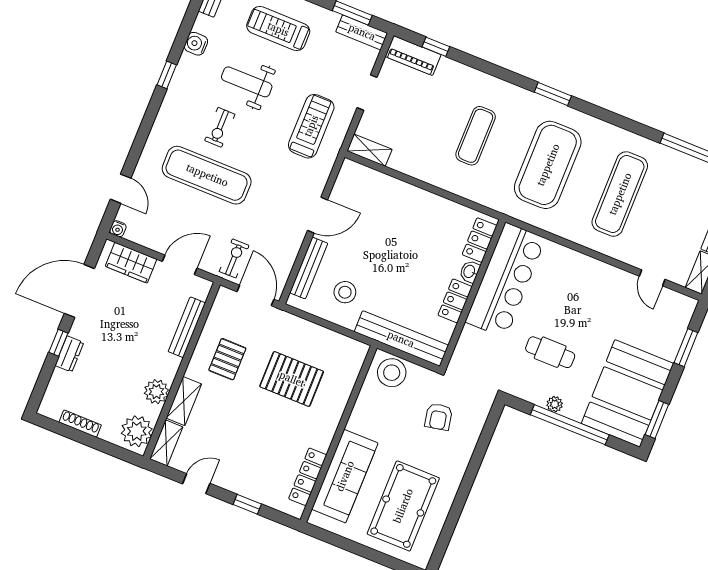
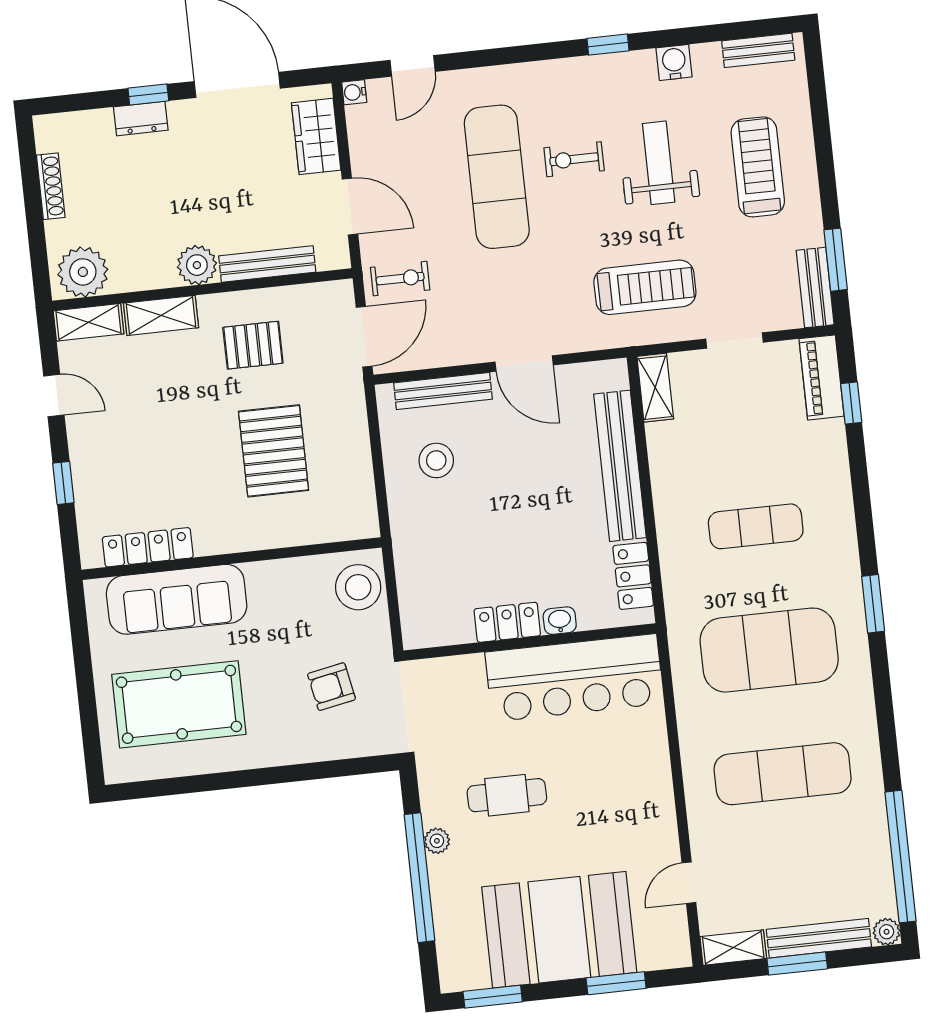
locker: (480, 240) -> (633, 576), moved, turned -90
bench: (401, 339) -> (620, 466), moved
cafe table: (550, 352) -> (507, 795), turned 90
plant: (156, 392) -> (197, 265), moved
booth: (627, 393) -> (559, 930), moved

